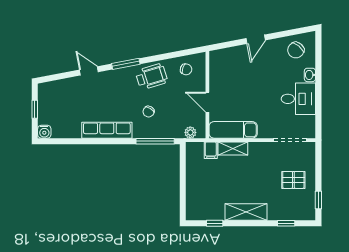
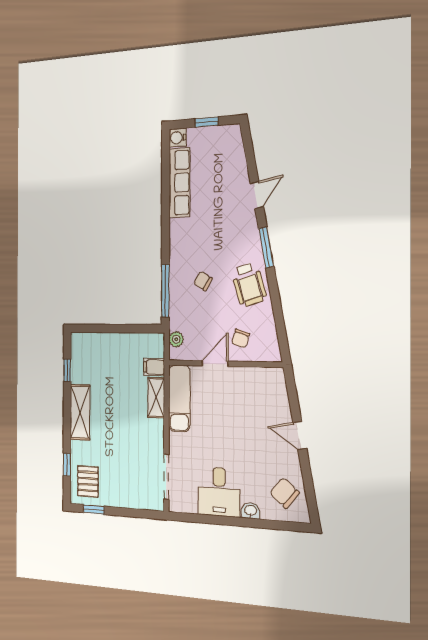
chair: (186, 69) -> (241, 338), moved
row of seats: (107, 130) -> (179, 183), moved
pallet: (293, 180) -> (88, 481), moved

